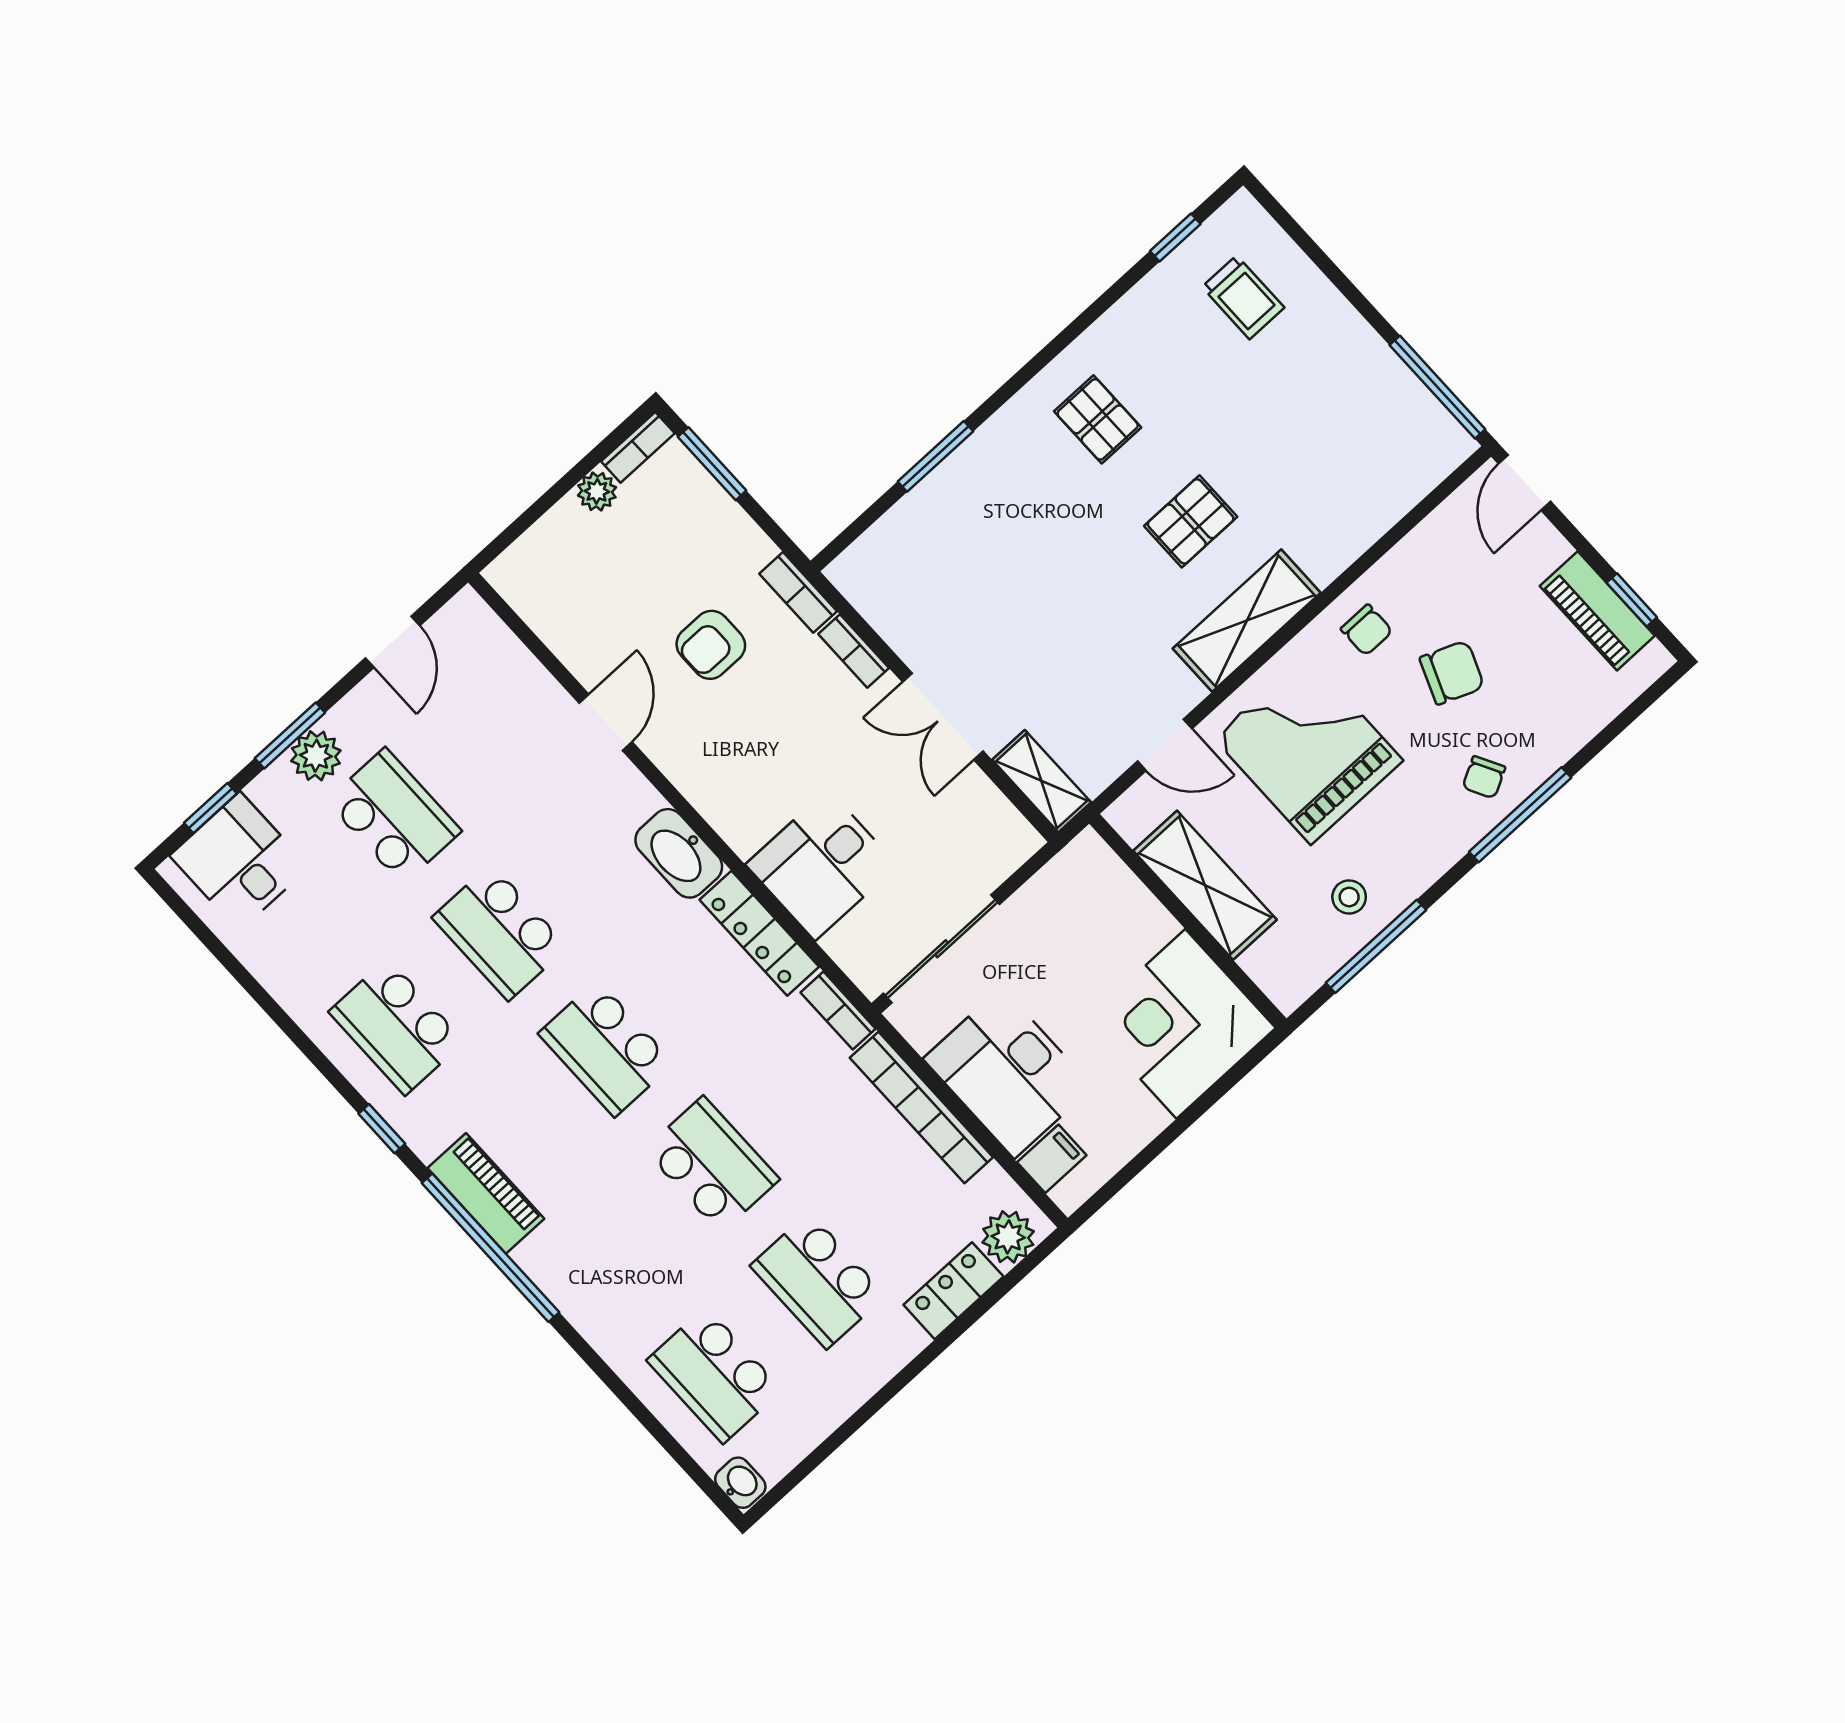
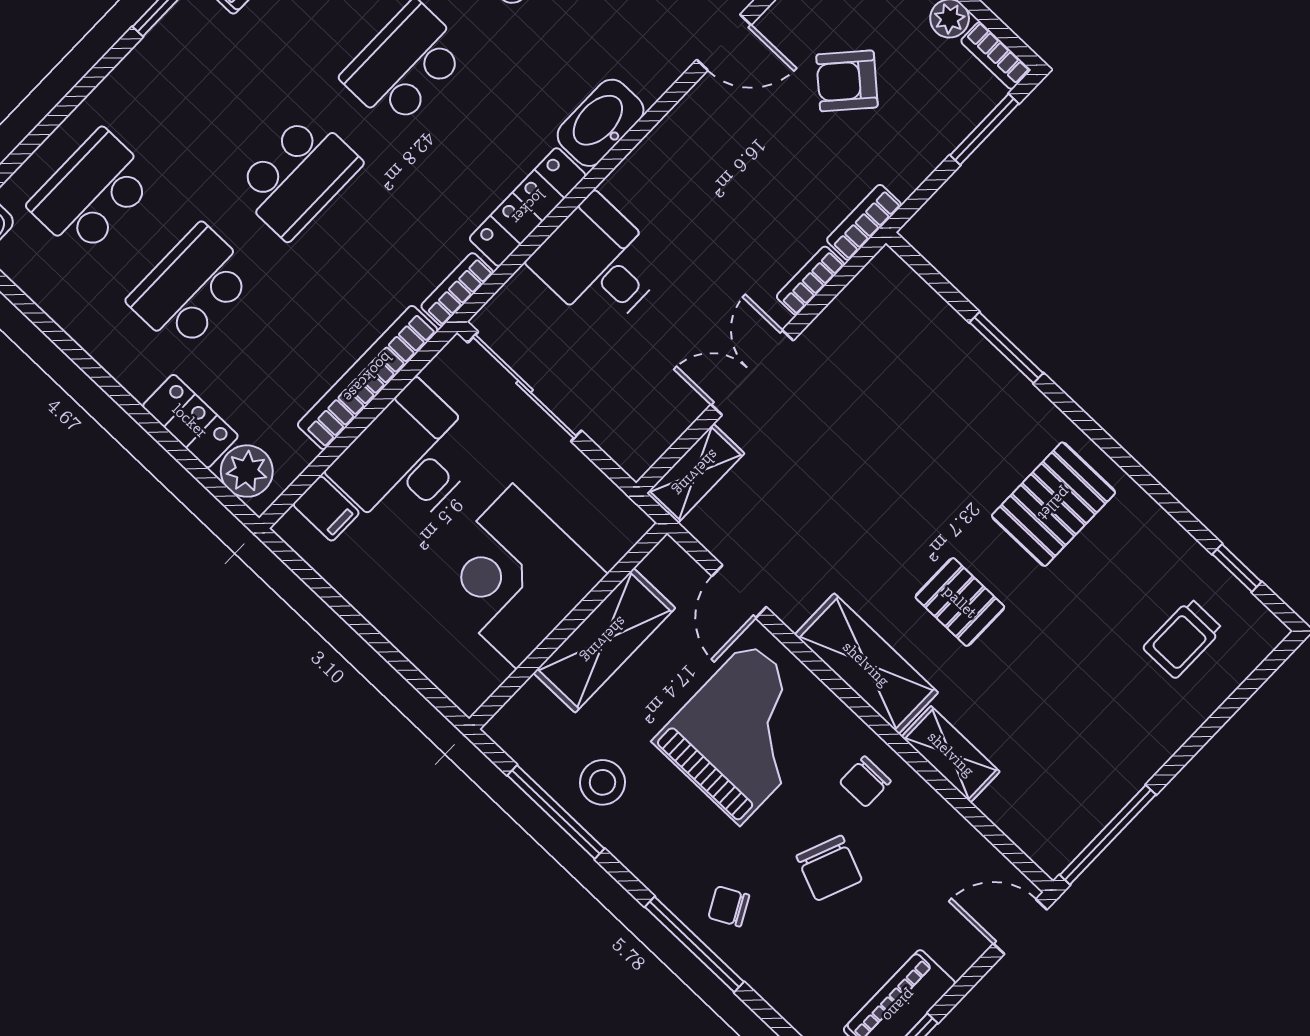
pallet: (1098, 419) -> (1054, 504), width x1.50, depth x1.42
shelving: (1345, 541) -> (951, 754), added
armchair: (711, 645) -> (847, 81), moved, turned -48
stool: (1349, 897) -> (602, 782), width x1.37, depth x1.37
corner desk: (1181, 1024) -> (515, 576), moved, turned -90

